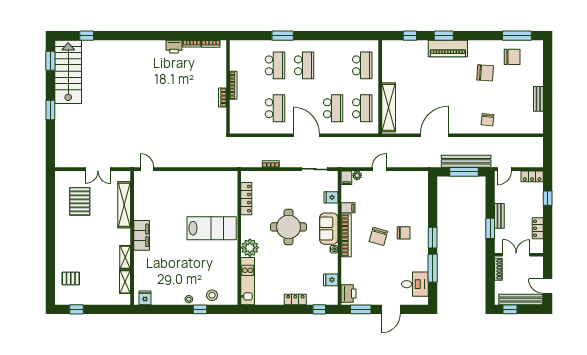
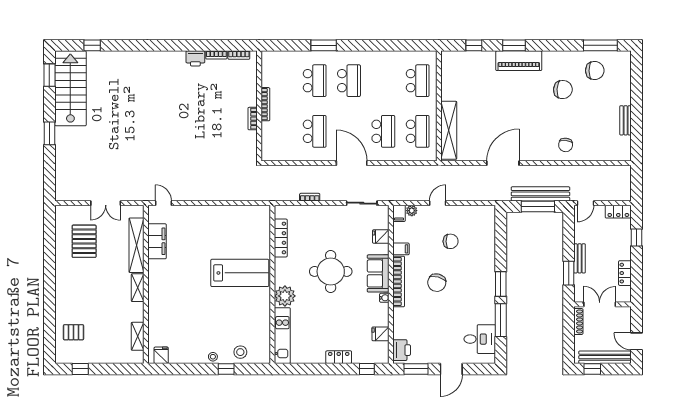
chair: (404, 233) -> (451, 241), moved
filing cabinet: (142, 235) -> (157, 241), moved
shelving: (125, 257) -> (138, 288), moved

